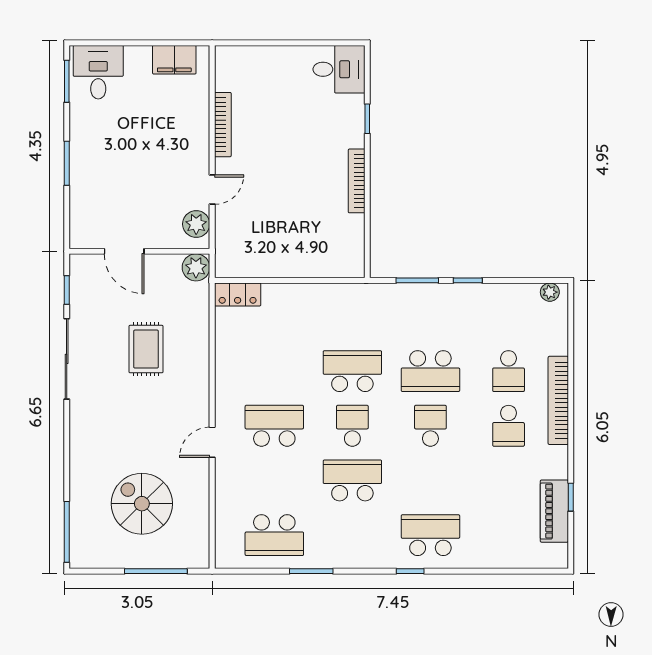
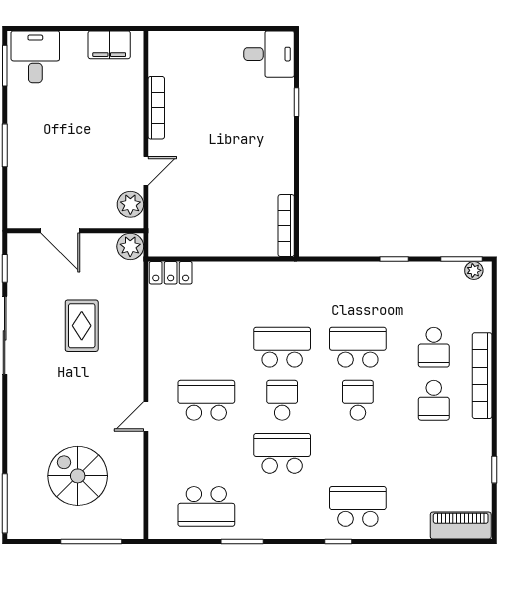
bookcase: (357, 181) -> (286, 226), moved
window: (417, 280) -> (462, 259), moved
school desk: (430, 371) -> (358, 347), turned 180
piano: (554, 511) -> (461, 526), moved, turned 90

